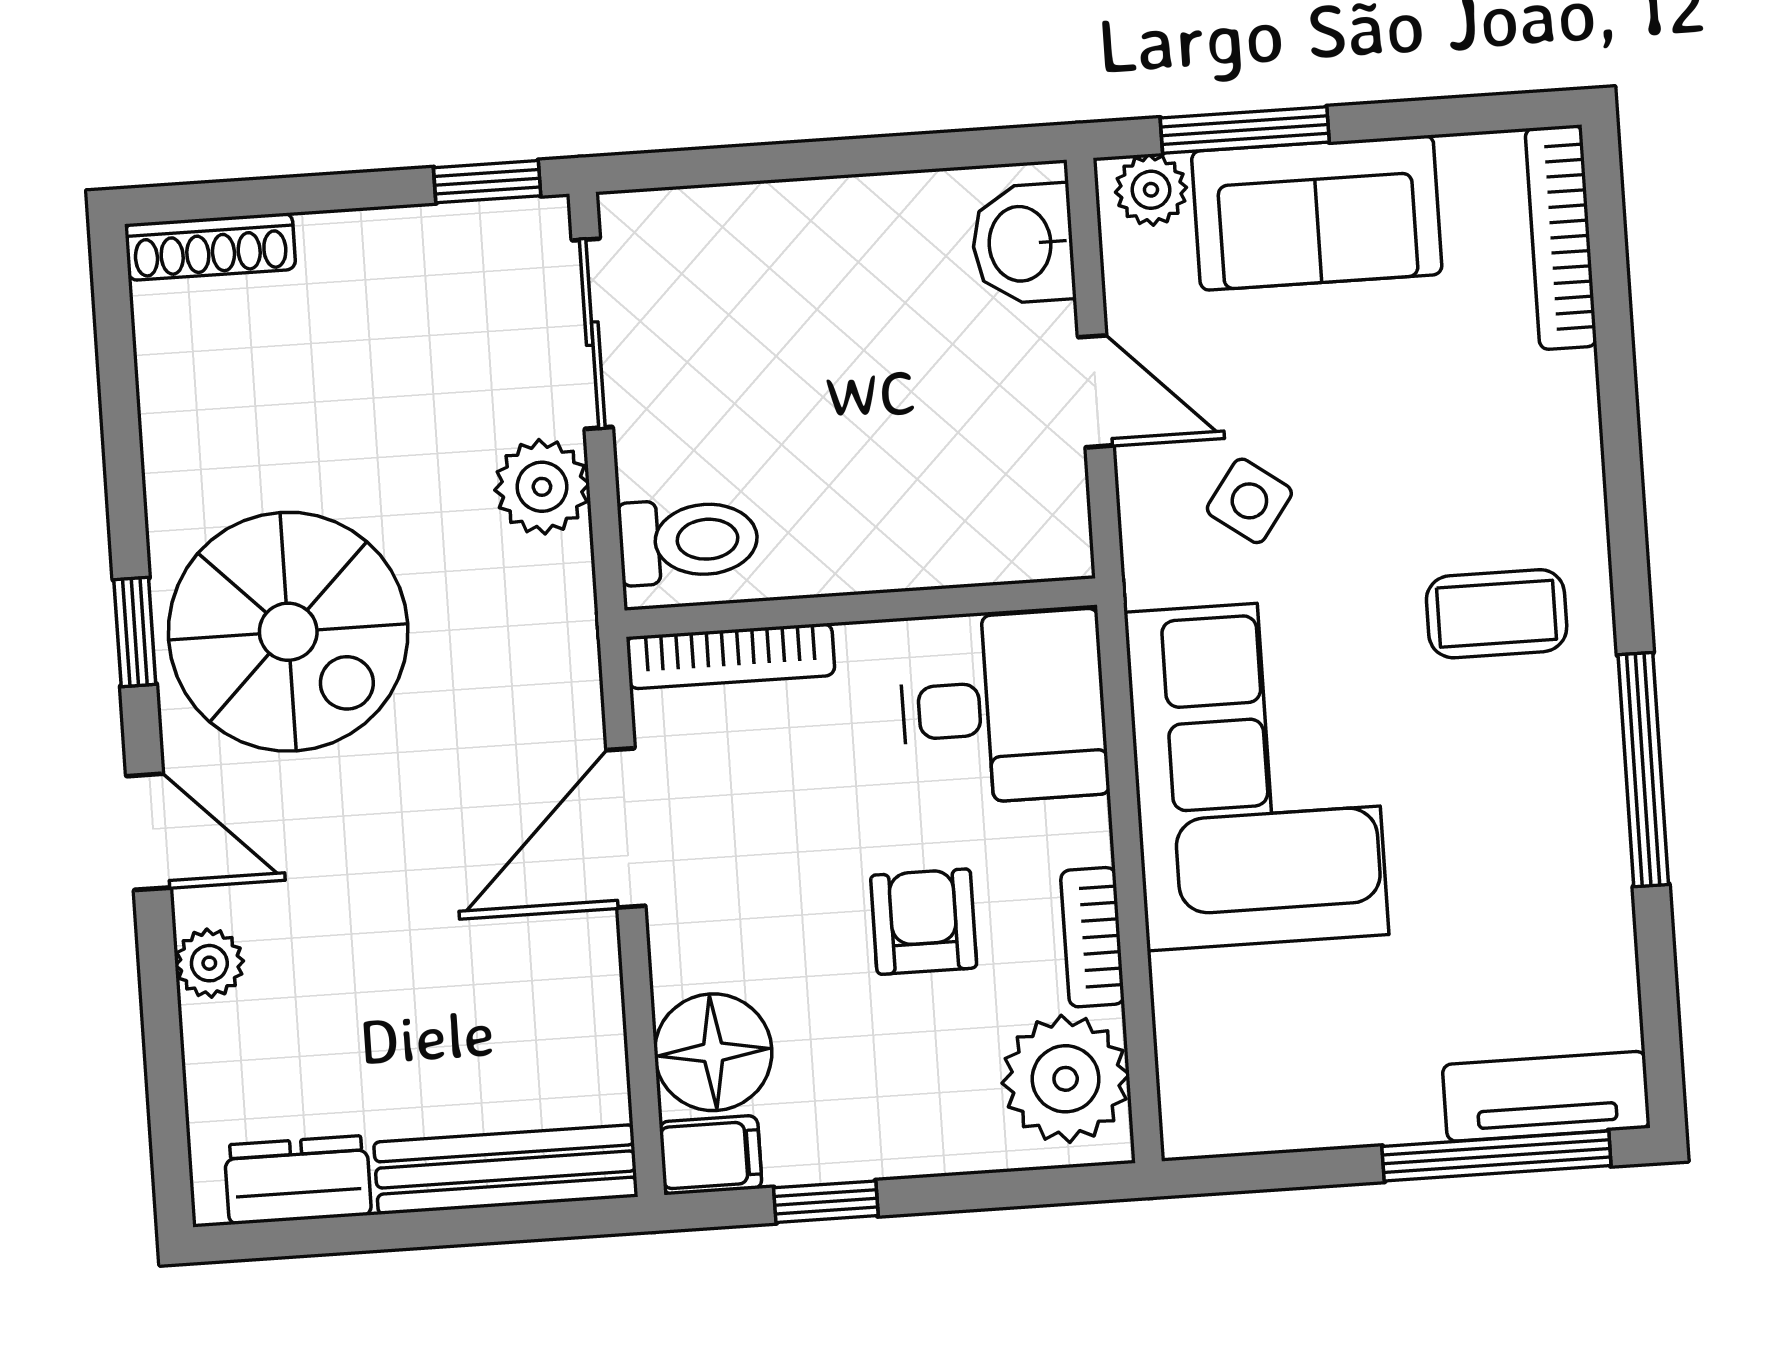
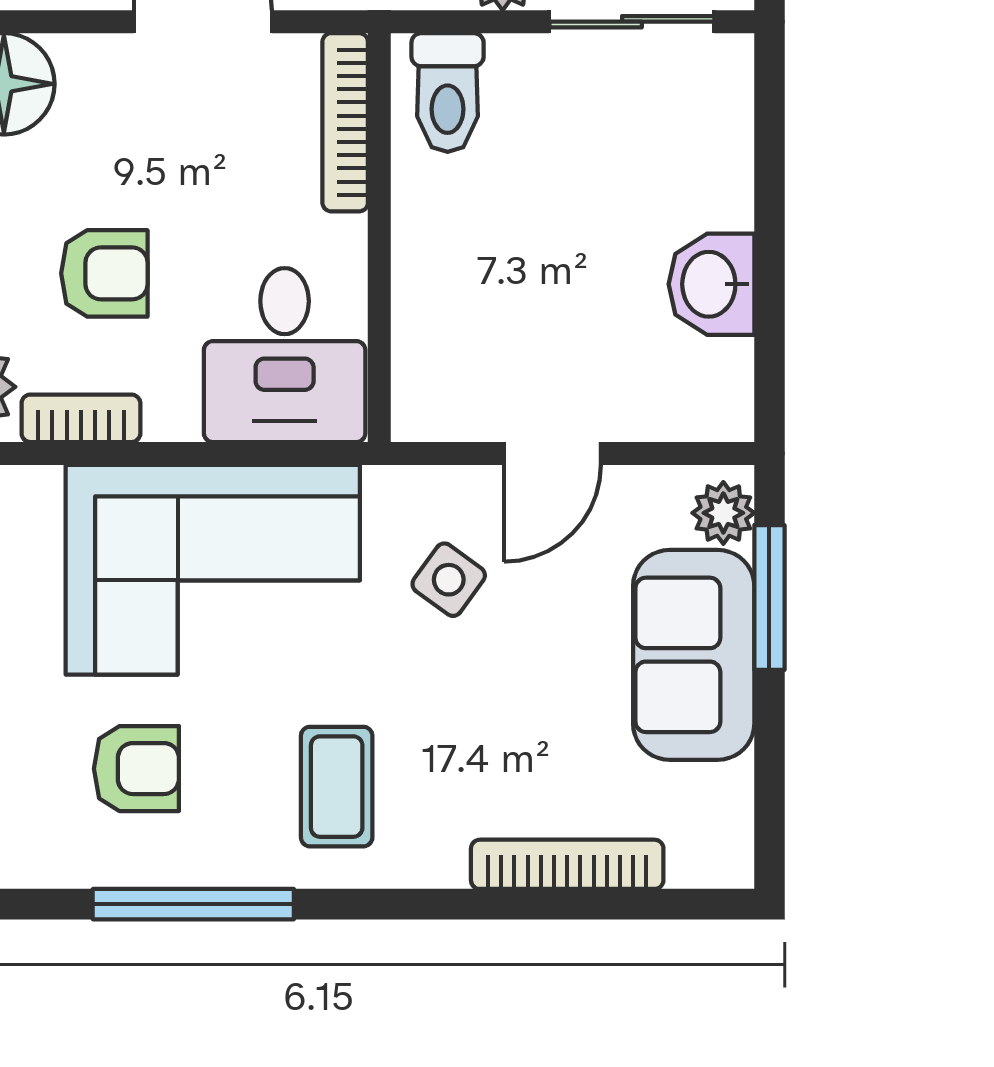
bookcase: (1561, 237) -> (567, 864), moved
washbasin: (1023, 244) -> (711, 284), moved, turned -90
armchair: (1491, 846) -> (136, 769), added

